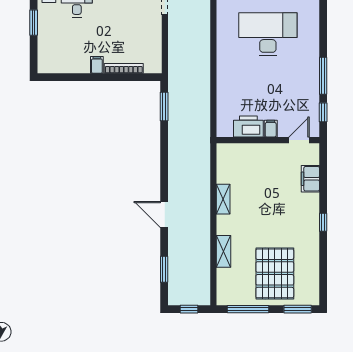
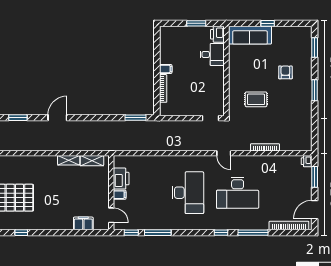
window: (323, 222) -> (21, 233), moved
shelving: (224, 251) -> (92, 161), moved

